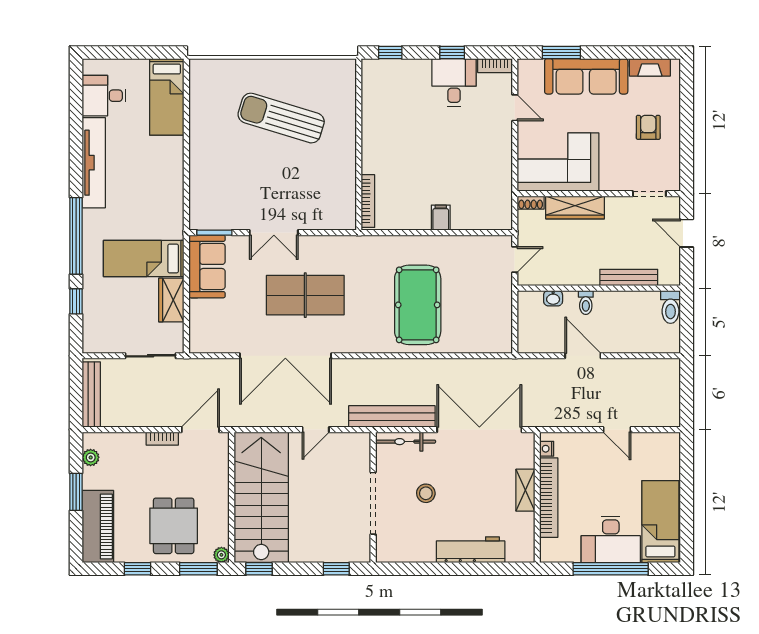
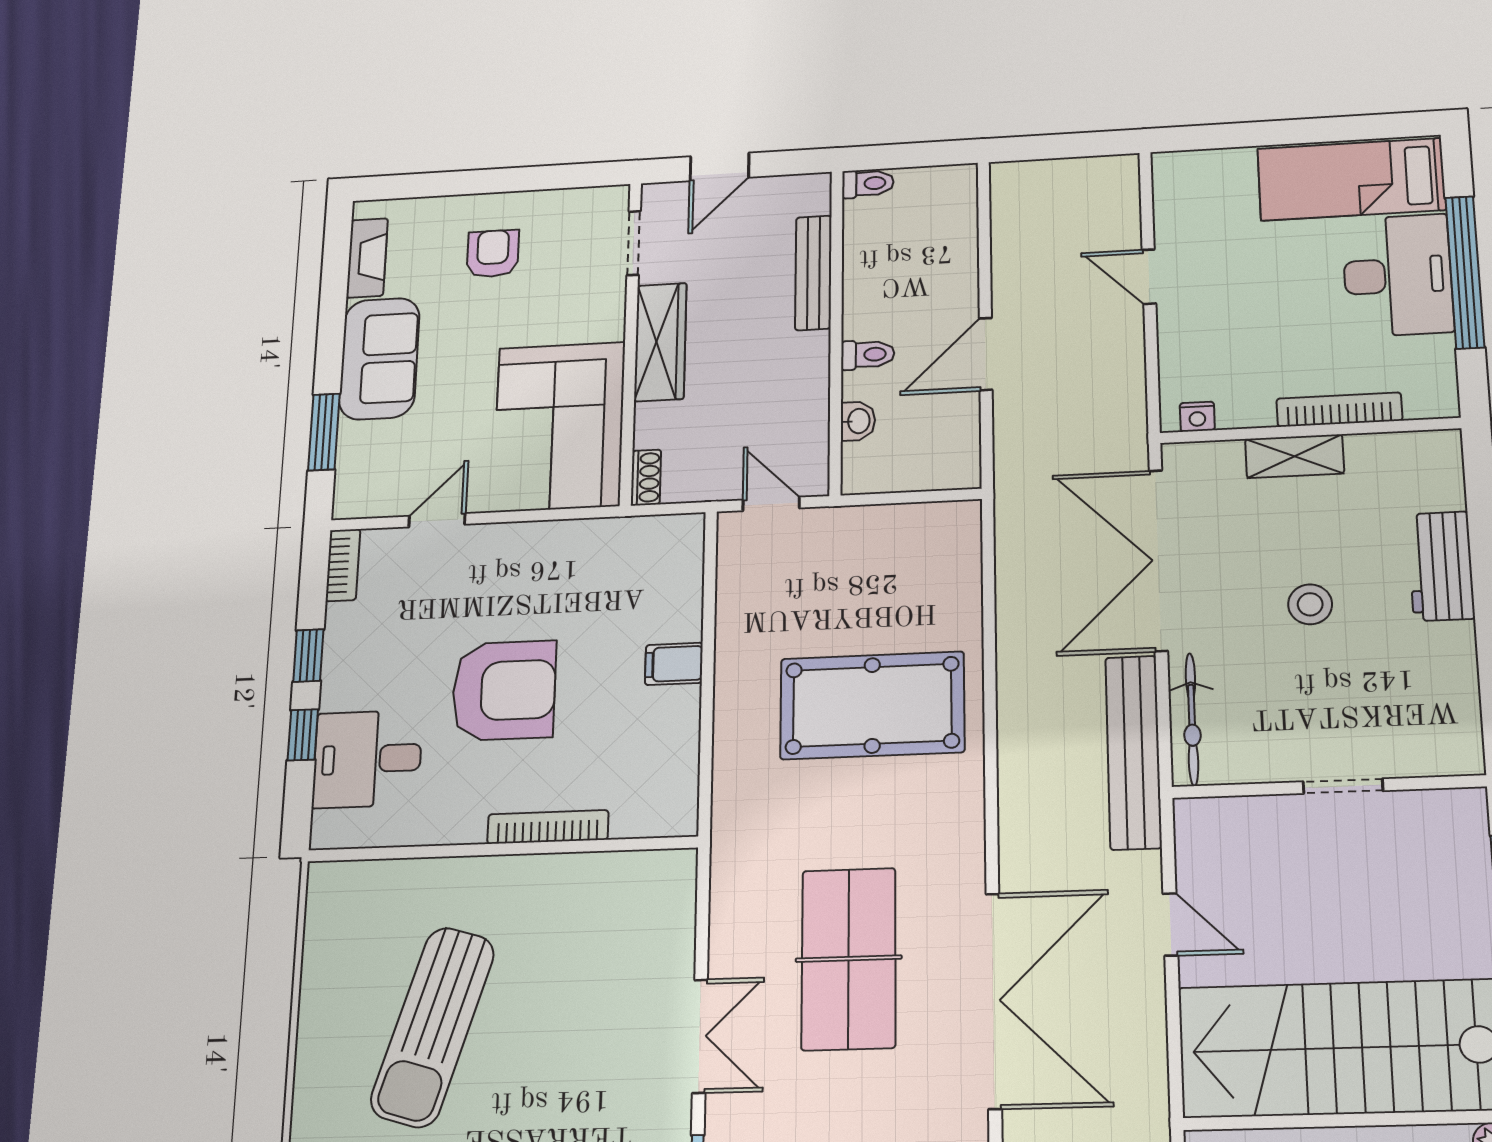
window: (390, 53) -> (303, 735), moved
sofa: (586, 76) -> (379, 359), width x0.73
desk: (454, 82) -> (367, 759), moved
armchair: (648, 127) -> (493, 254), turned 90
armchair: (432, 142) -> (504, 691), added
bookcase: (368, 201) -> (548, 827), moved
wardrobe: (575, 207) -> (660, 342), moved
toilet: (671, 307) -> (868, 183), width x0.73, depth x0.72
door: (617, 430) -> (1149, 277), swing flipped
stool: (426, 493) -> (1310, 604), moved
bookcase: (549, 498) -> (1339, 410), width x0.68, depth x0.76
doorway: (373, 503) -> (1343, 786), width x0.53
workbench: (471, 550) -> (1441, 566), width x0.73

